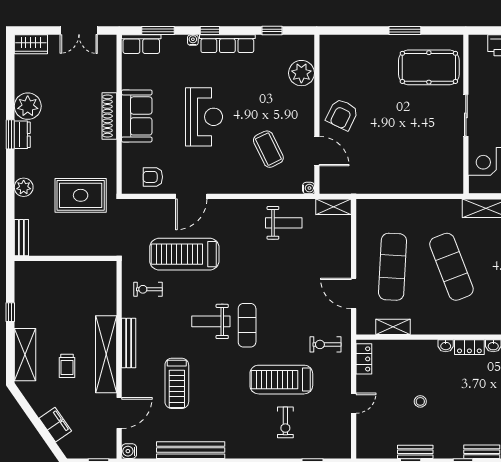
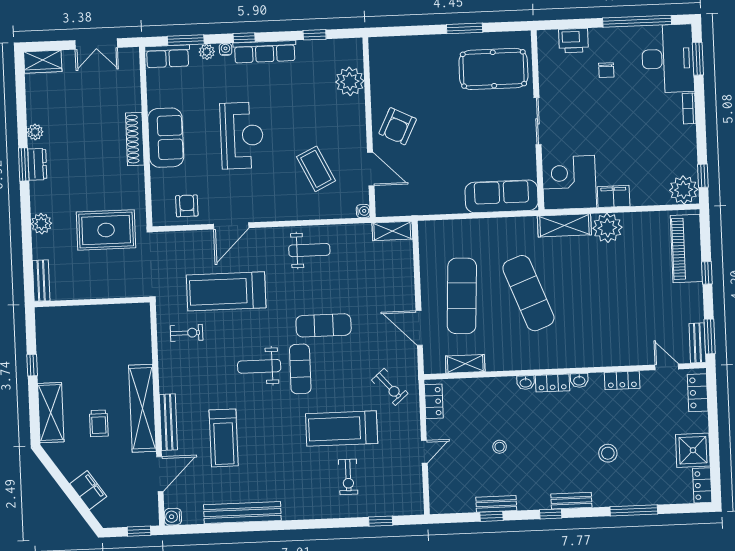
plant: (176, 42) -> (207, 52), added
plant: (28, 106) -> (35, 132), width x0.53, depth x0.53
armchair: (153, 177) -> (187, 206), turned 90
sofa: (431, 180) -> (502, 196), added
weight bench: (284, 223) -> (309, 250), moved
exercise mat: (269, 288) -> (324, 325), added
exercise bike: (148, 289) -> (187, 333), turned 180
bench: (129, 343) -> (168, 422), moved
exercise bike: (325, 344) -> (390, 387), turned -131

